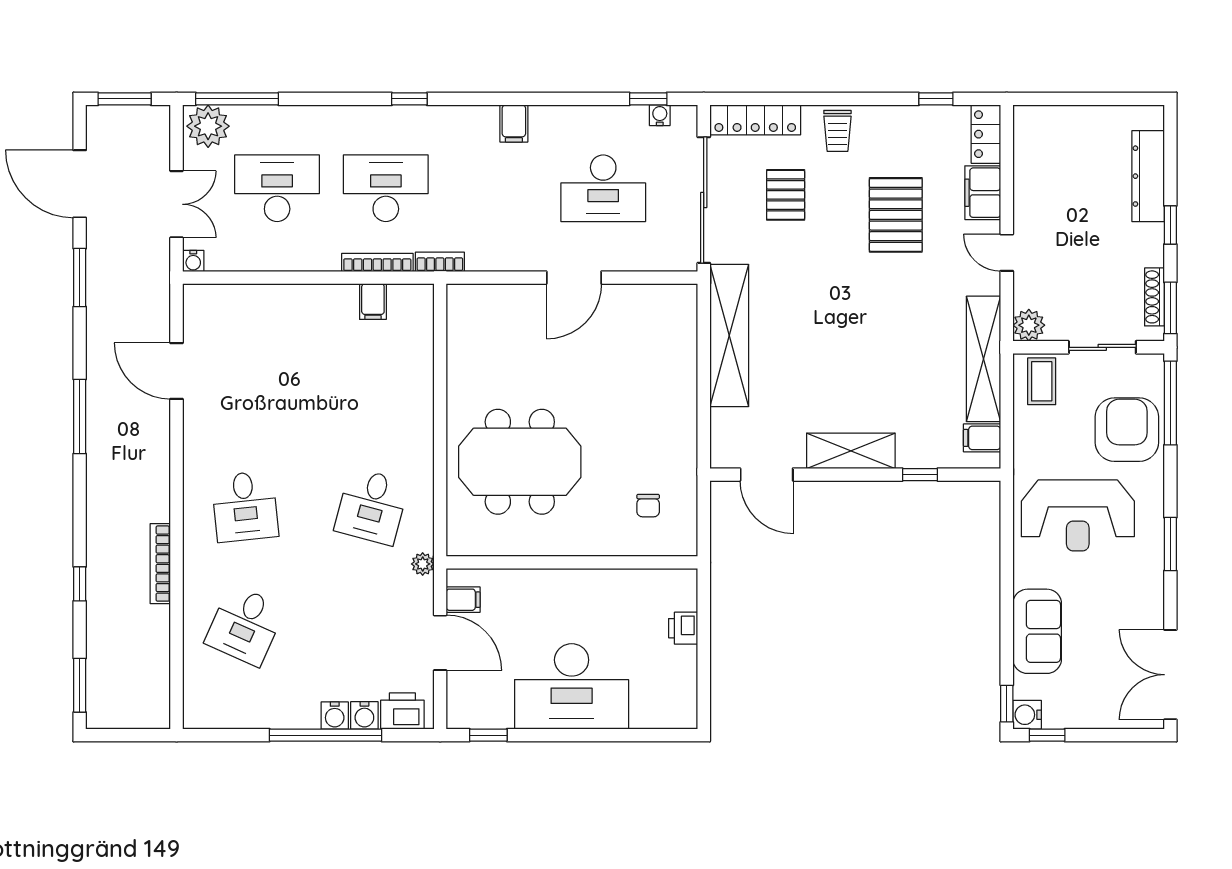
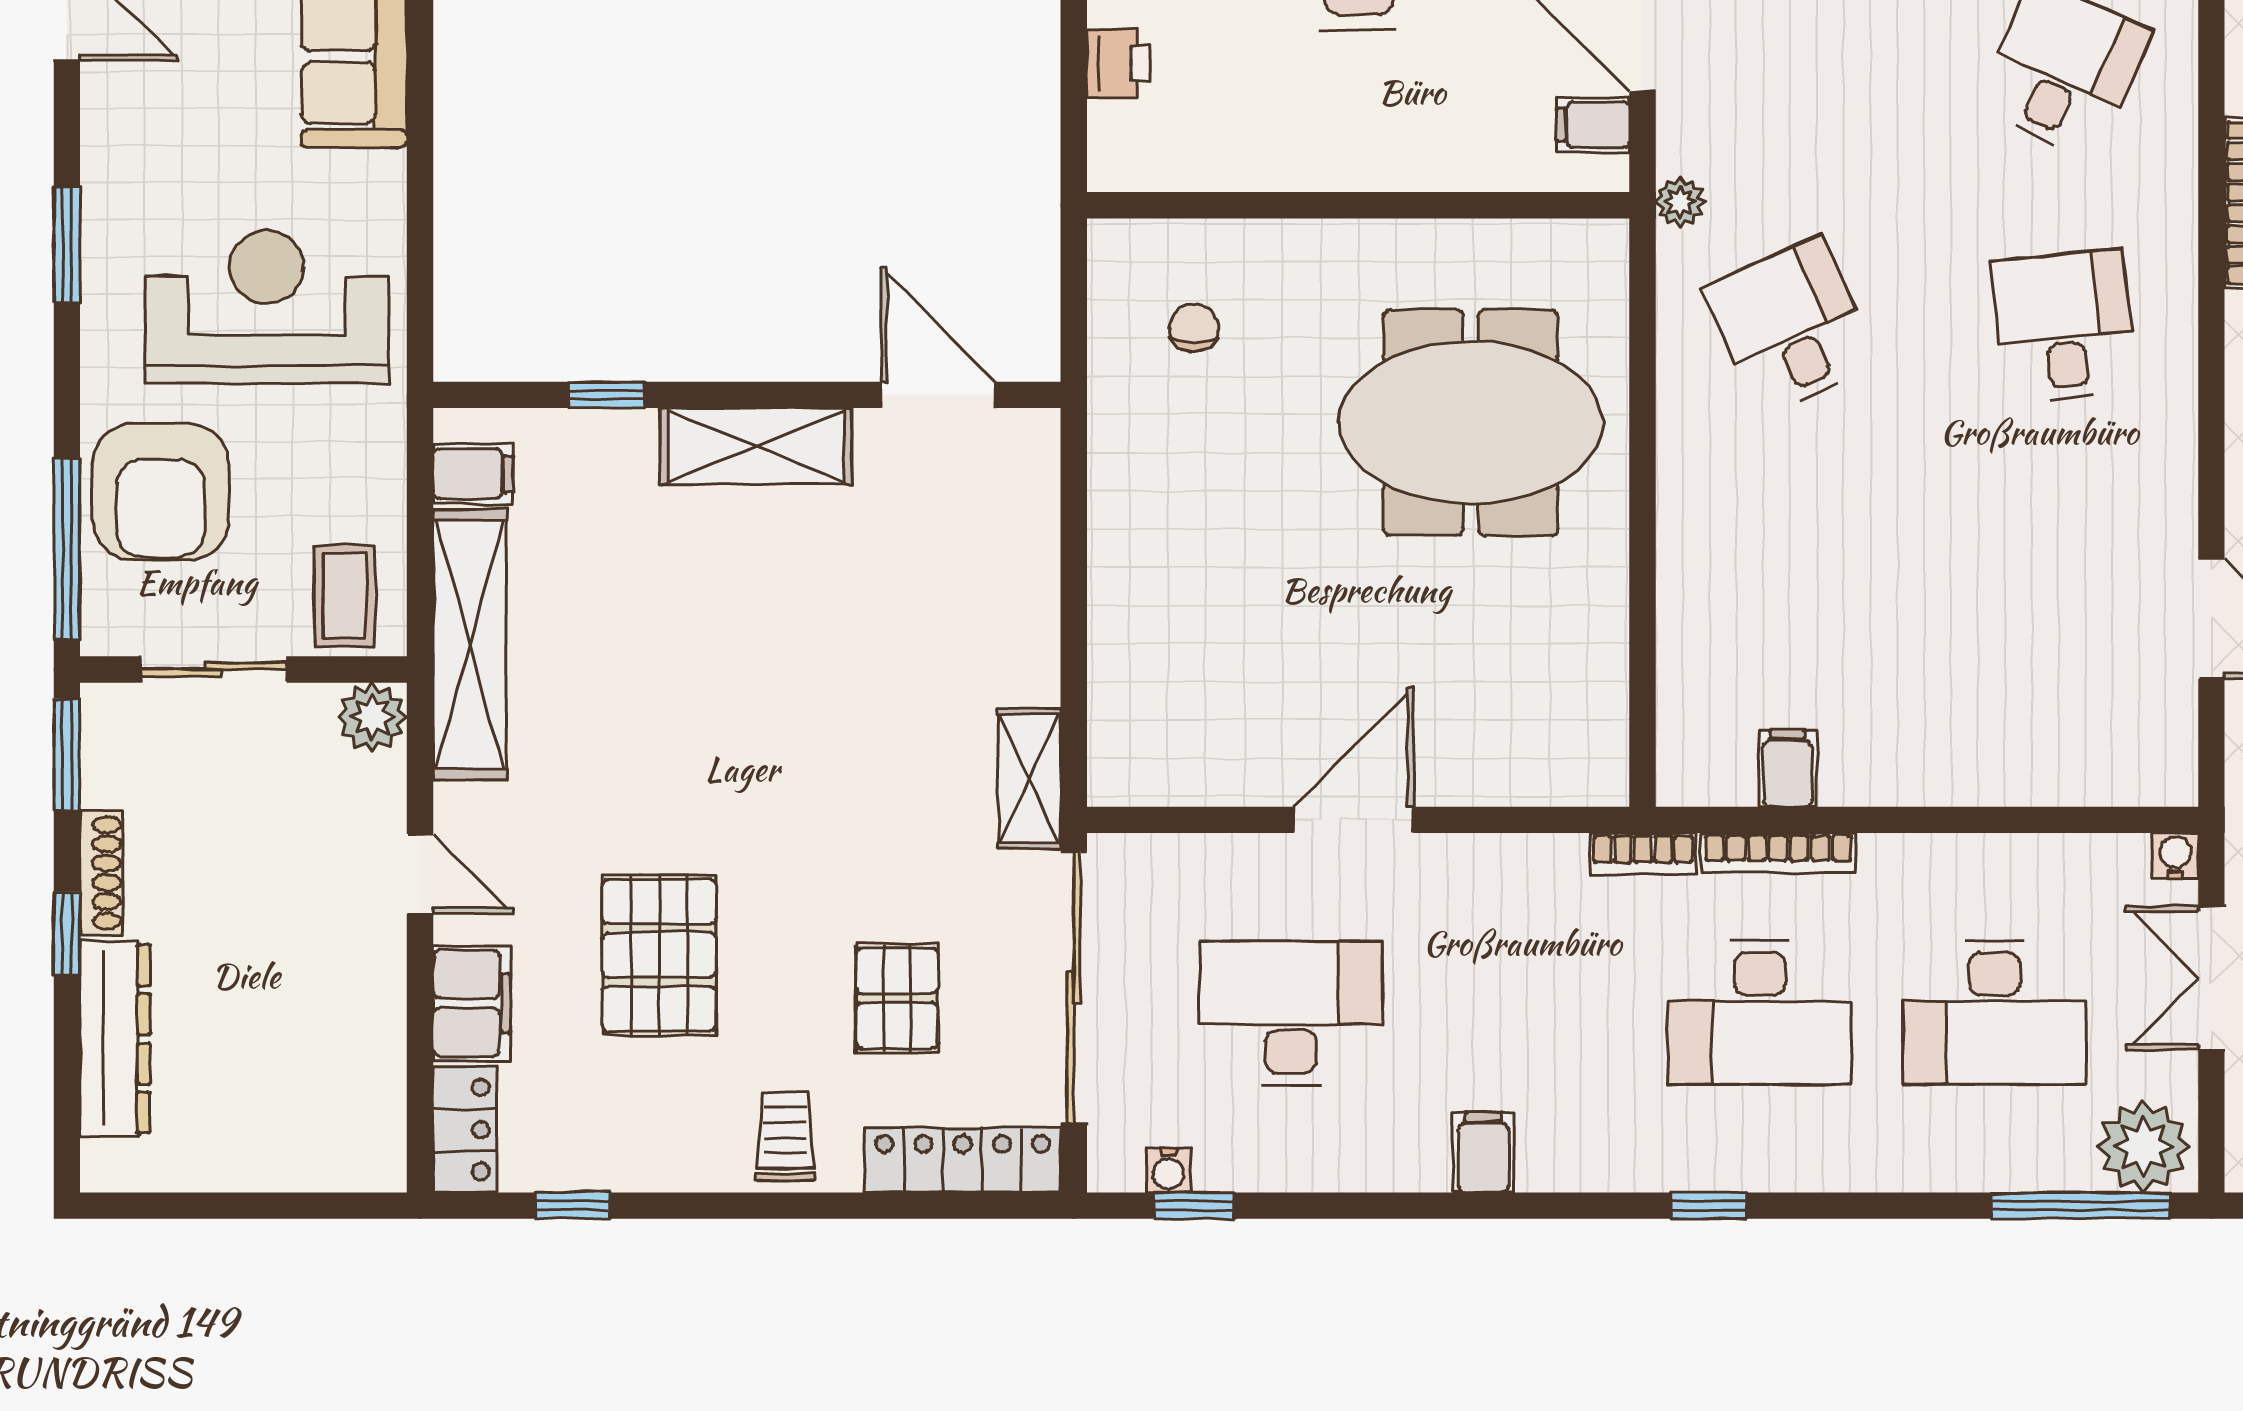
shoe rack: (1154, 297) -> (101, 873), moved
shelving: (729, 335) -> (1029, 779), width x0.45, depth x0.75
desk: (372, 506) -> (1790, 326), turned -39

